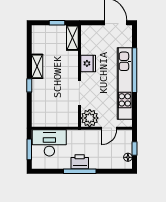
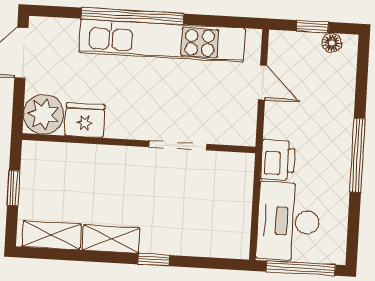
shelving: (72, 38) -> (52, 235), moved
fridge: (88, 63) -> (85, 120), moved
plant: (90, 118) -> (43, 114), moved
window: (29, 149) -> (301, 268), width x1.44
printer: (80, 162) -> (278, 160), moved, turned 180

